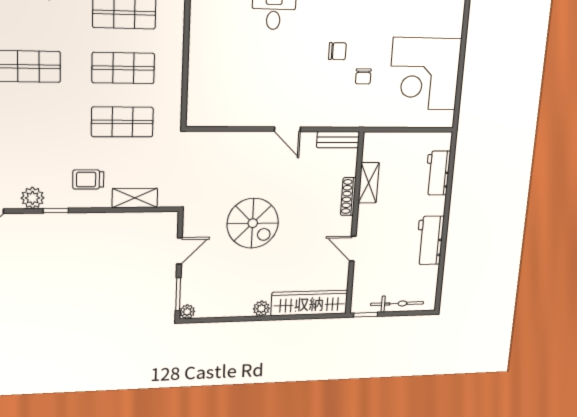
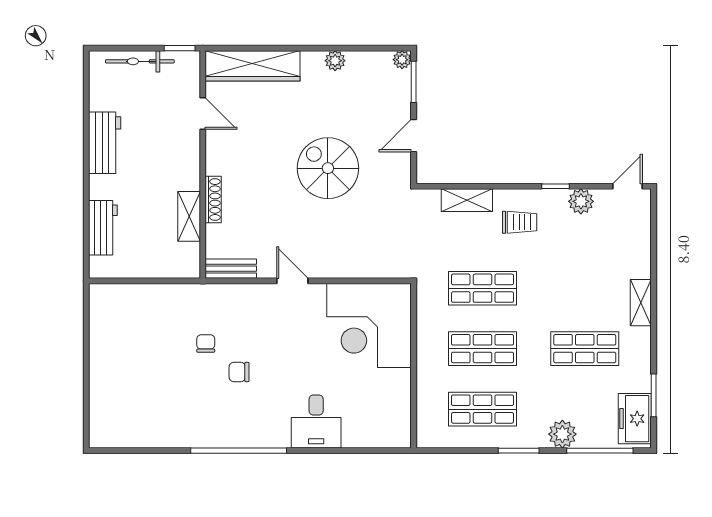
corner desk: (425, 74) -> (369, 325), moved, turned 180
door: (353, 249) -> (203, 113), moved
plant: (261, 309) -> (335, 61), moved

